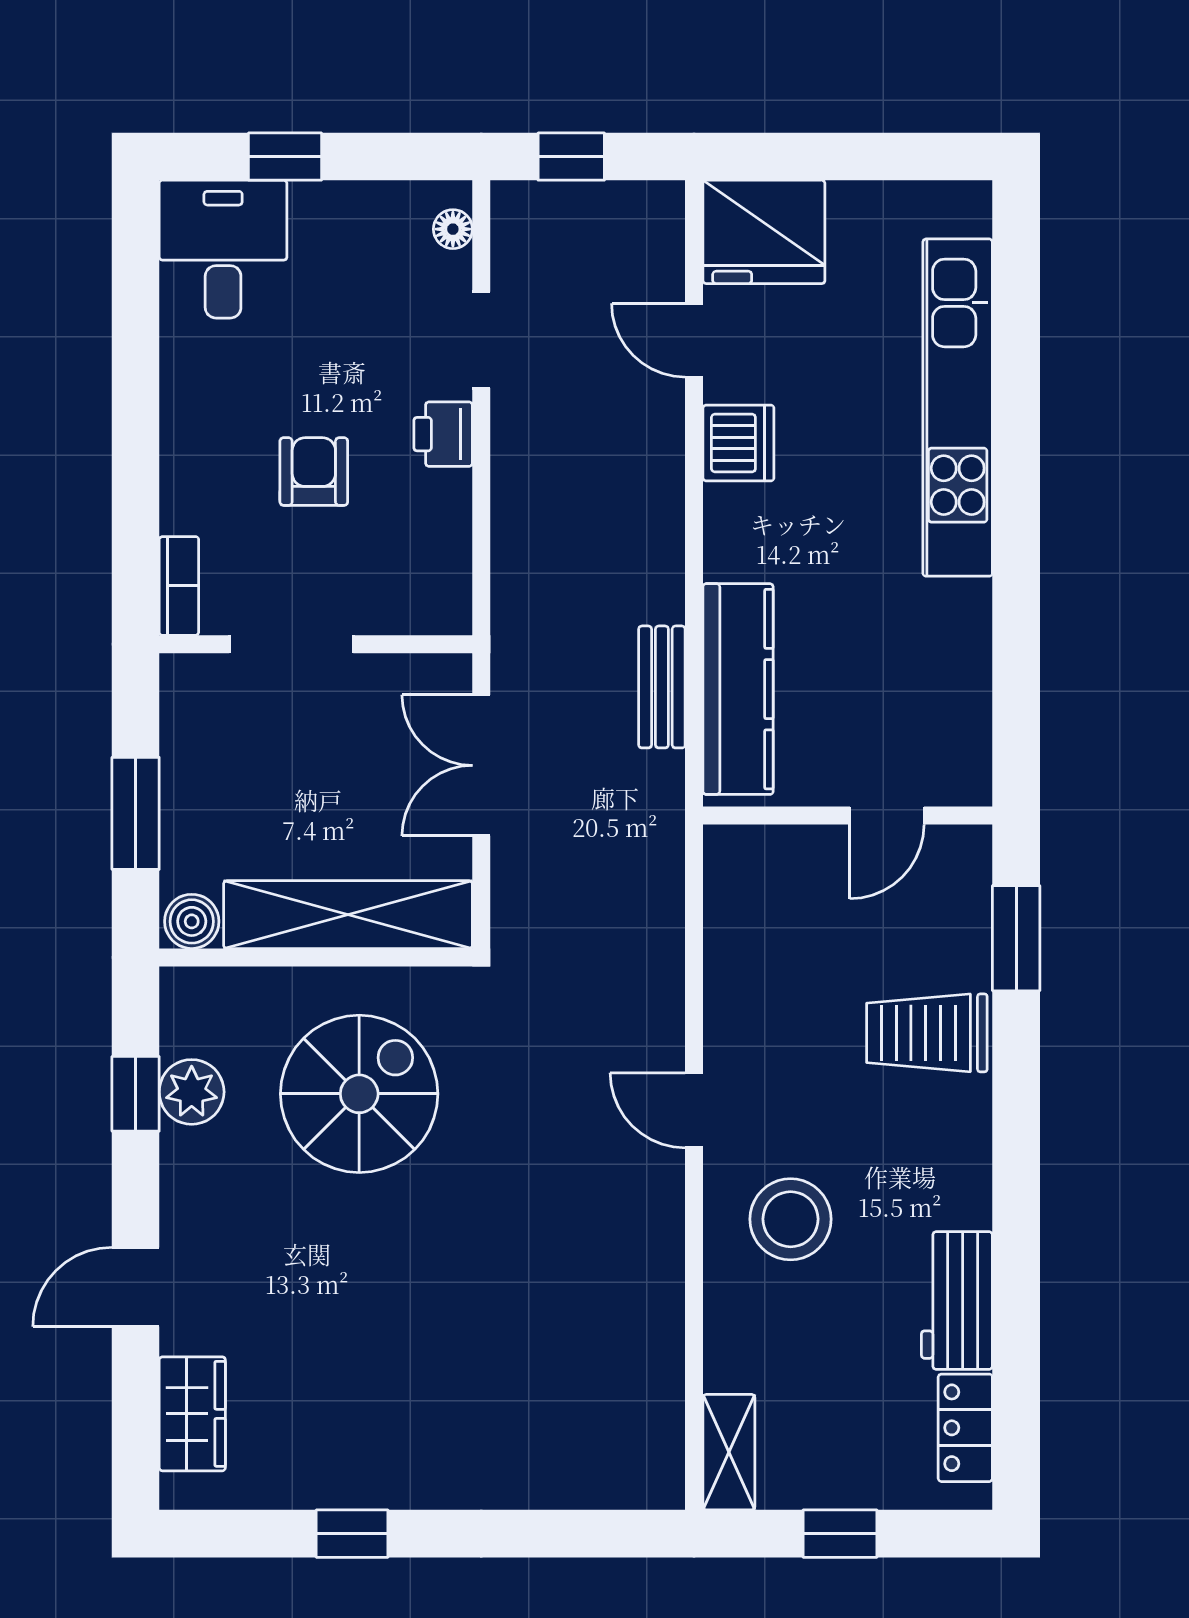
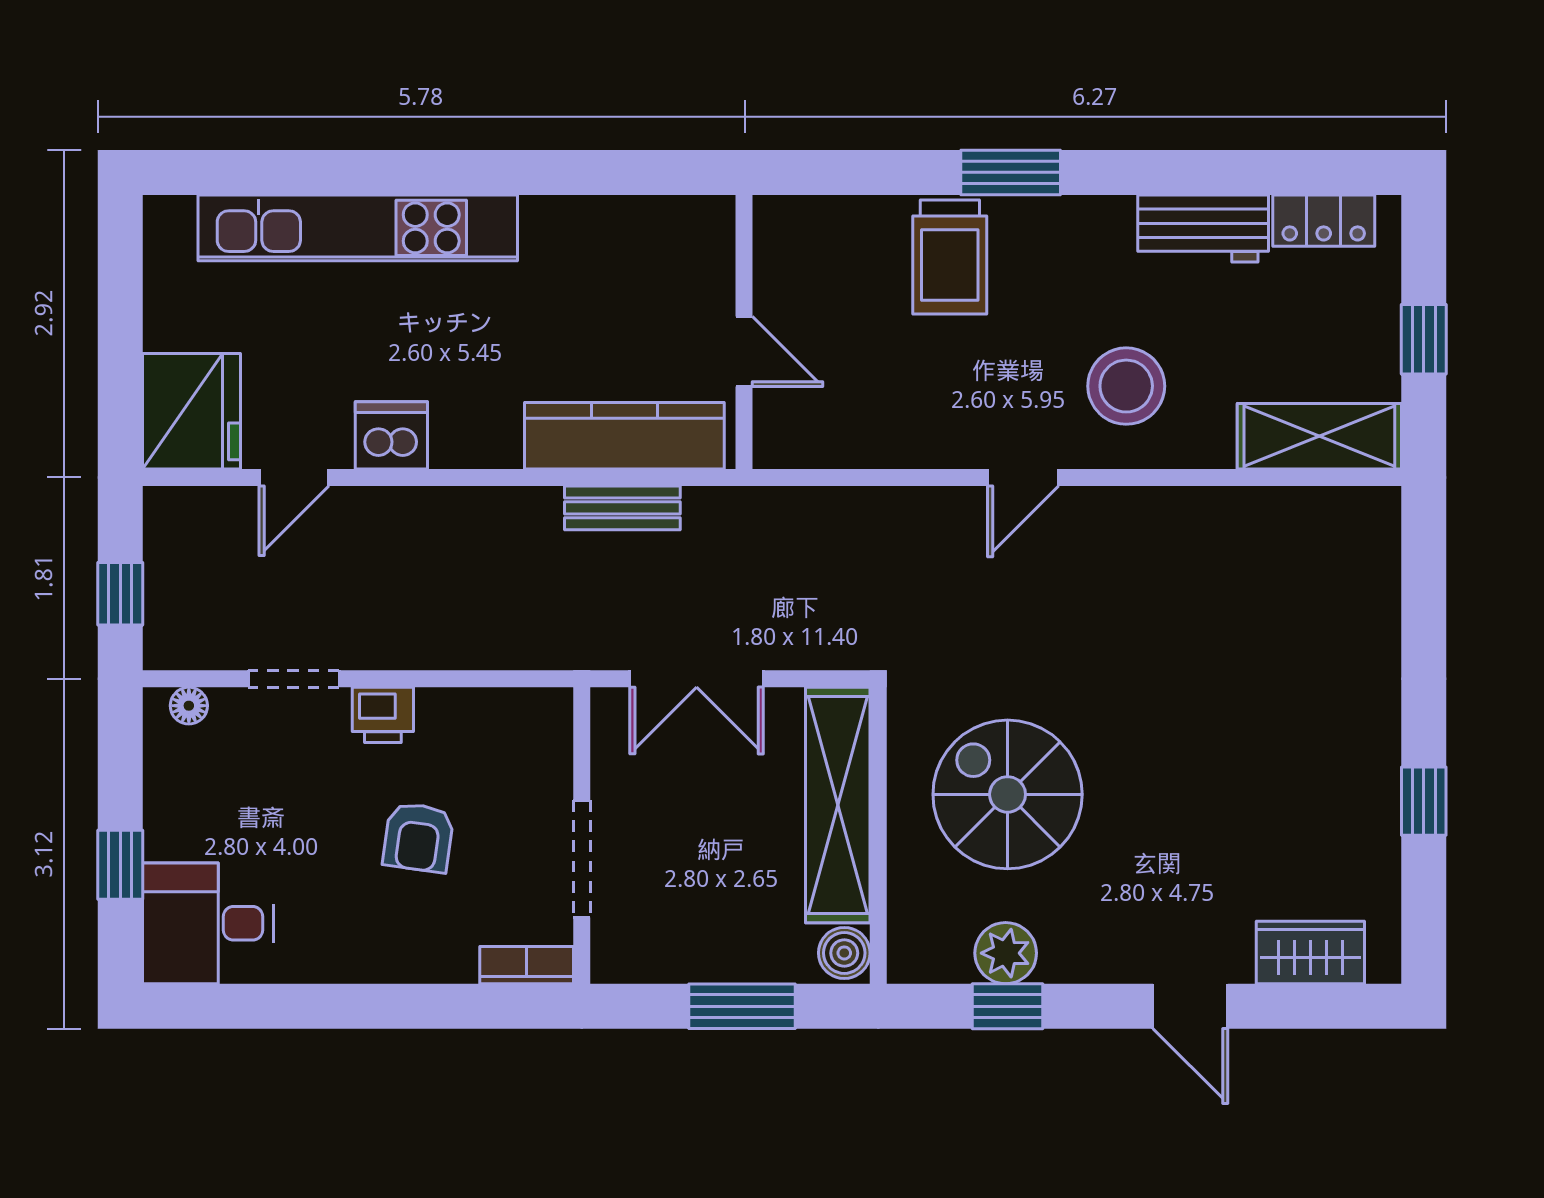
armchair: (314, 472) -> (418, 837), turned -82
door: (887, 816) -> (744, 351), moved
window: (1016, 938) -> (1011, 172), moved
shelving: (729, 1452) -> (1319, 436), width x1.50, depth x1.33

